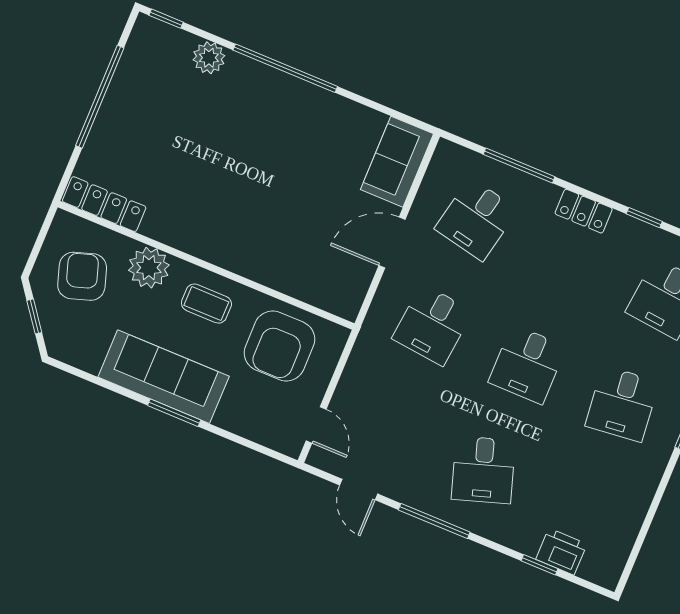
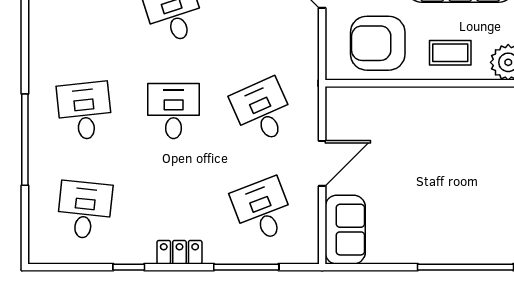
desk: (476, 219) -> (263, 210), turned -33
desk: (432, 325) -> (263, 111), turned -30
armchair: (279, 346) -> (378, 43), turned -90

